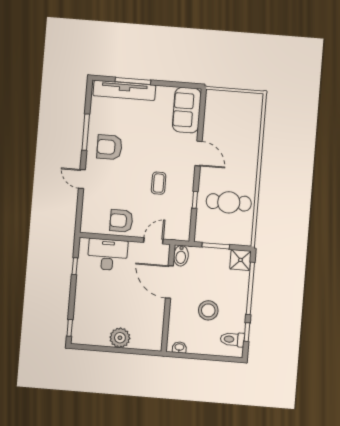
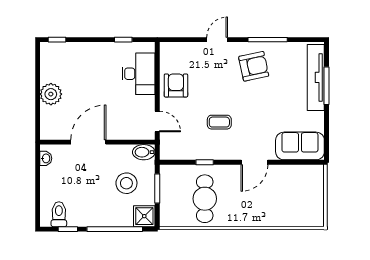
armchair: (109, 147) -> (254, 66), turned 78
door: (169, 282) -> (88, 142), moved
stool: (208, 310) -> (126, 183), moved

